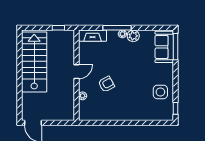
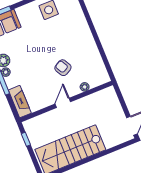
door: (76, 72) -> (63, 103), hinge flipped

